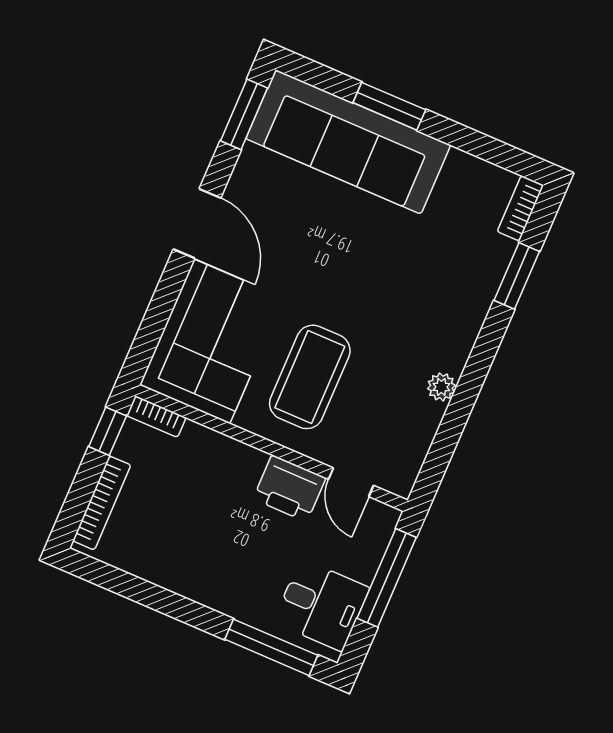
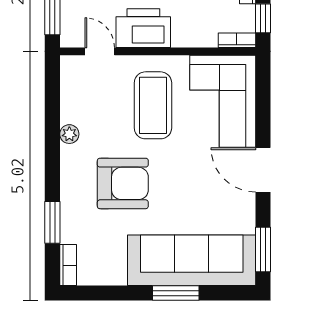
armchair: (397, 288) -> (123, 183), added
printer: (289, 488) -> (143, 28), width x1.37, depth x1.19

